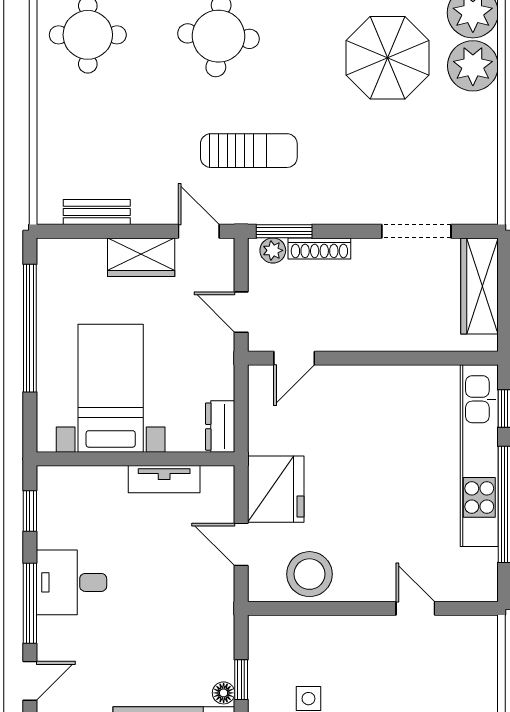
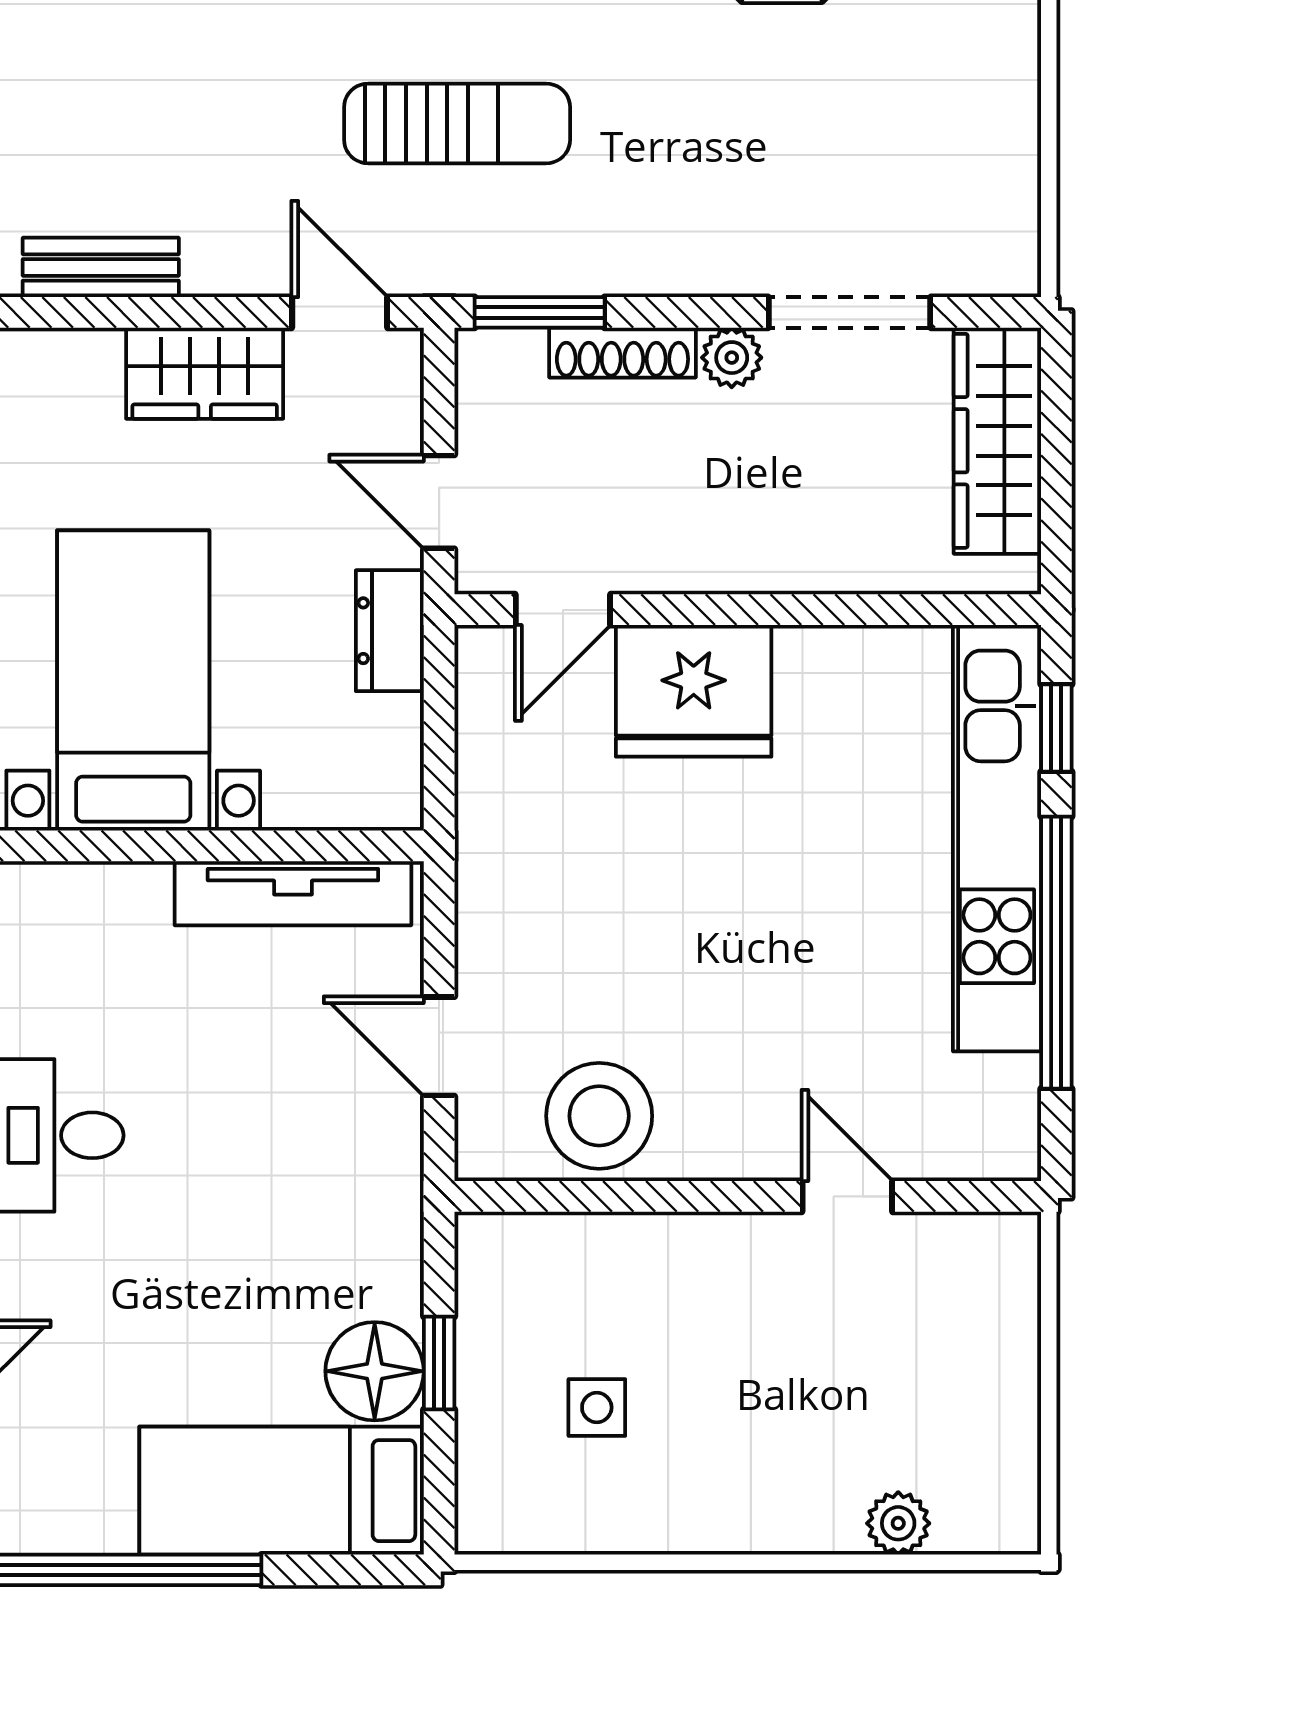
plant: (273, 250) -> (732, 358), moved
dresser: (220, 427) -> (390, 631), moved
tv unit: (164, 479) -> (293, 893), width x1.41
fridge: (276, 489) -> (694, 691), moved, turned 90
floor lamp: (224, 693) -> (375, 1371), width x1.89, depth x1.89

